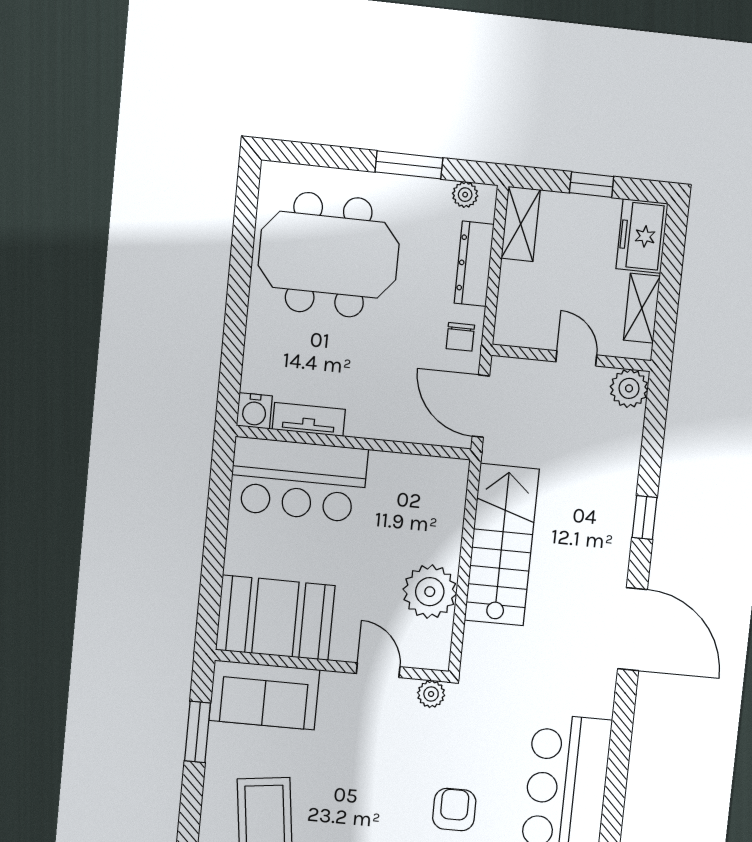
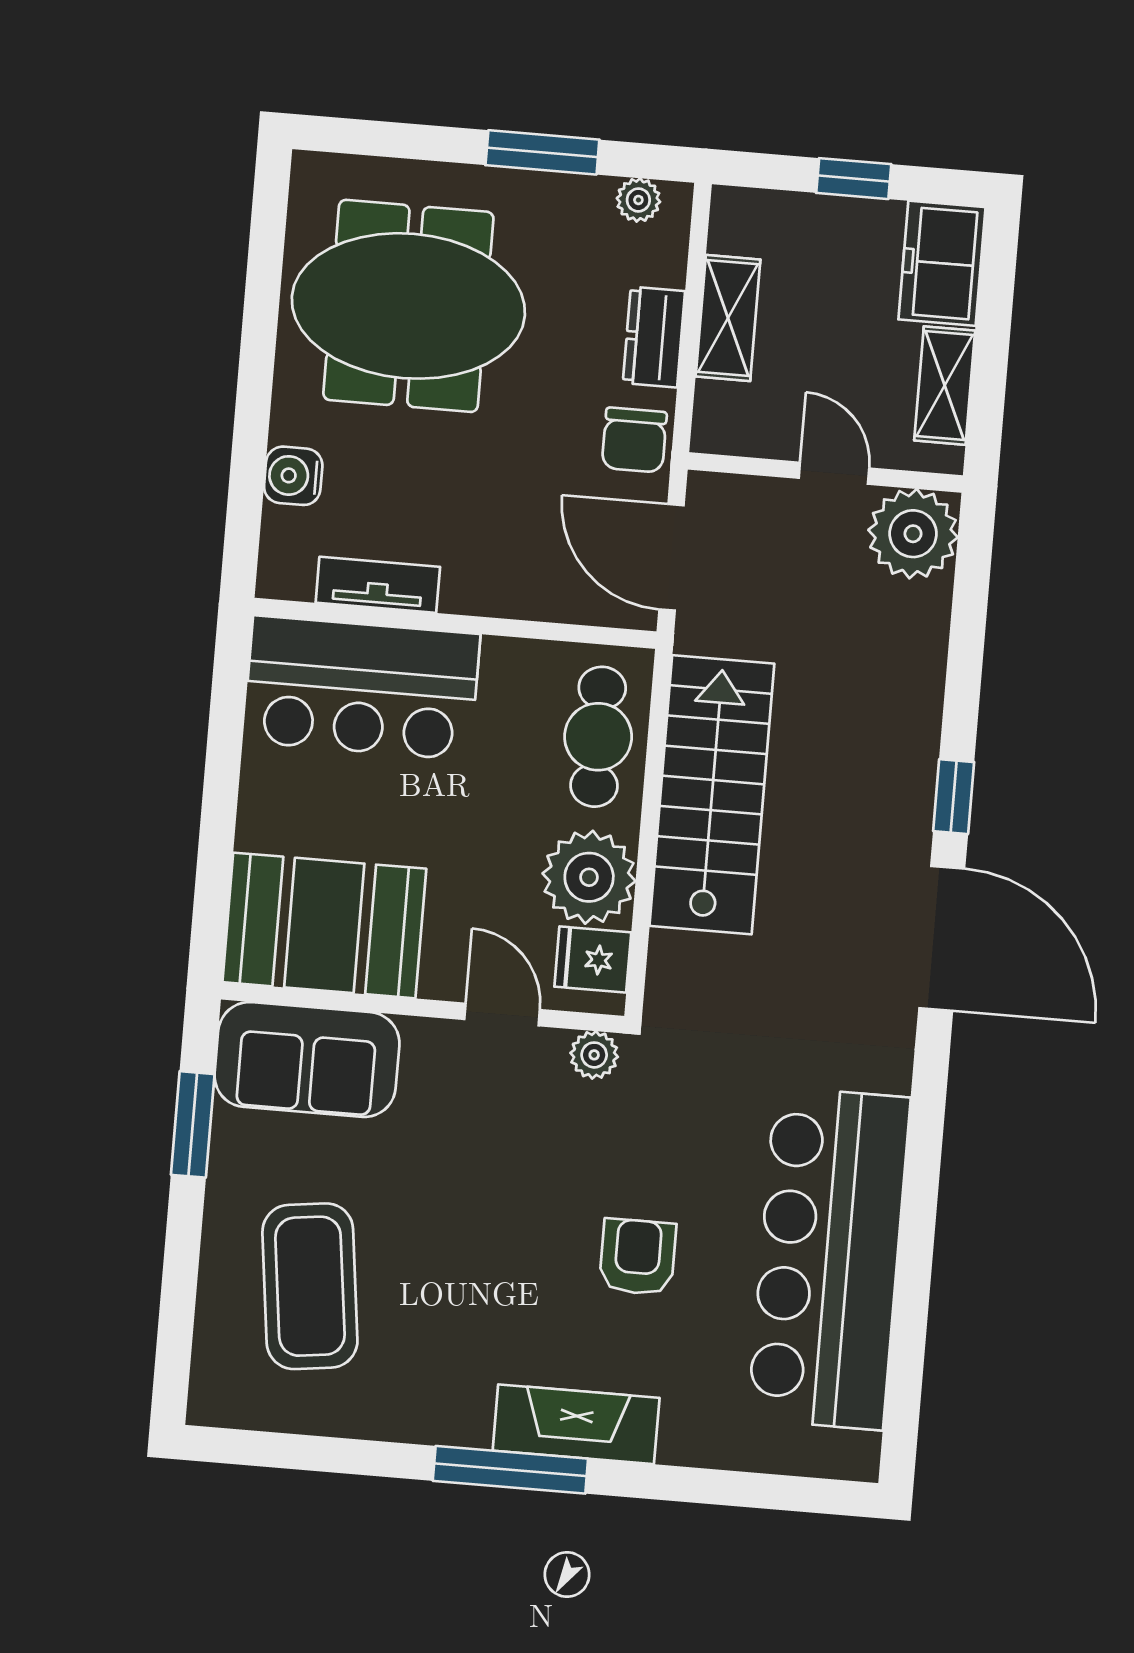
shelving: (521, 224) -> (728, 318), moved
dresser: (474, 264) -> (654, 337), width x0.70
chair: (460, 337) -> (634, 440), width x1.37, depth x1.37
plant: (629, 388) -> (913, 534), width x1.36, depth x1.36
water cooler: (254, 411) -> (293, 476), moved, turned 90
cafe table: (436, 510) -> (598, 737), added
window: (644, 518) -> (954, 797), moved
fridge: (431, 639) -> (593, 959), added

